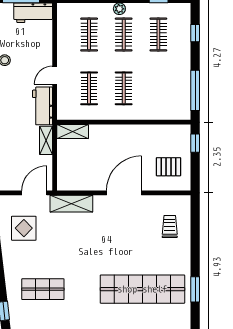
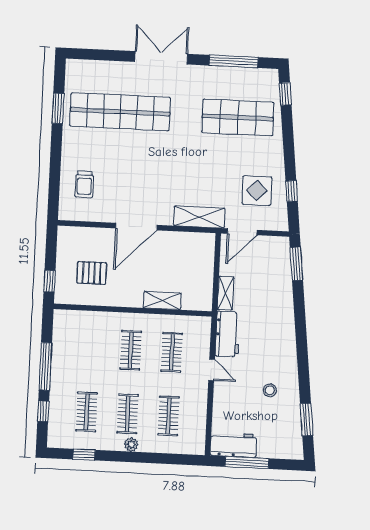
door: (55, 75) -> (212, 370), hinge flipped
window: (195, 90) -> (45, 366), moved
shelving: (73, 132) -> (162, 300), moved
pallet: (169, 167) -> (92, 273), moved
shop shelf: (43, 289) -> (238, 117), width x1.43, depth x1.36

